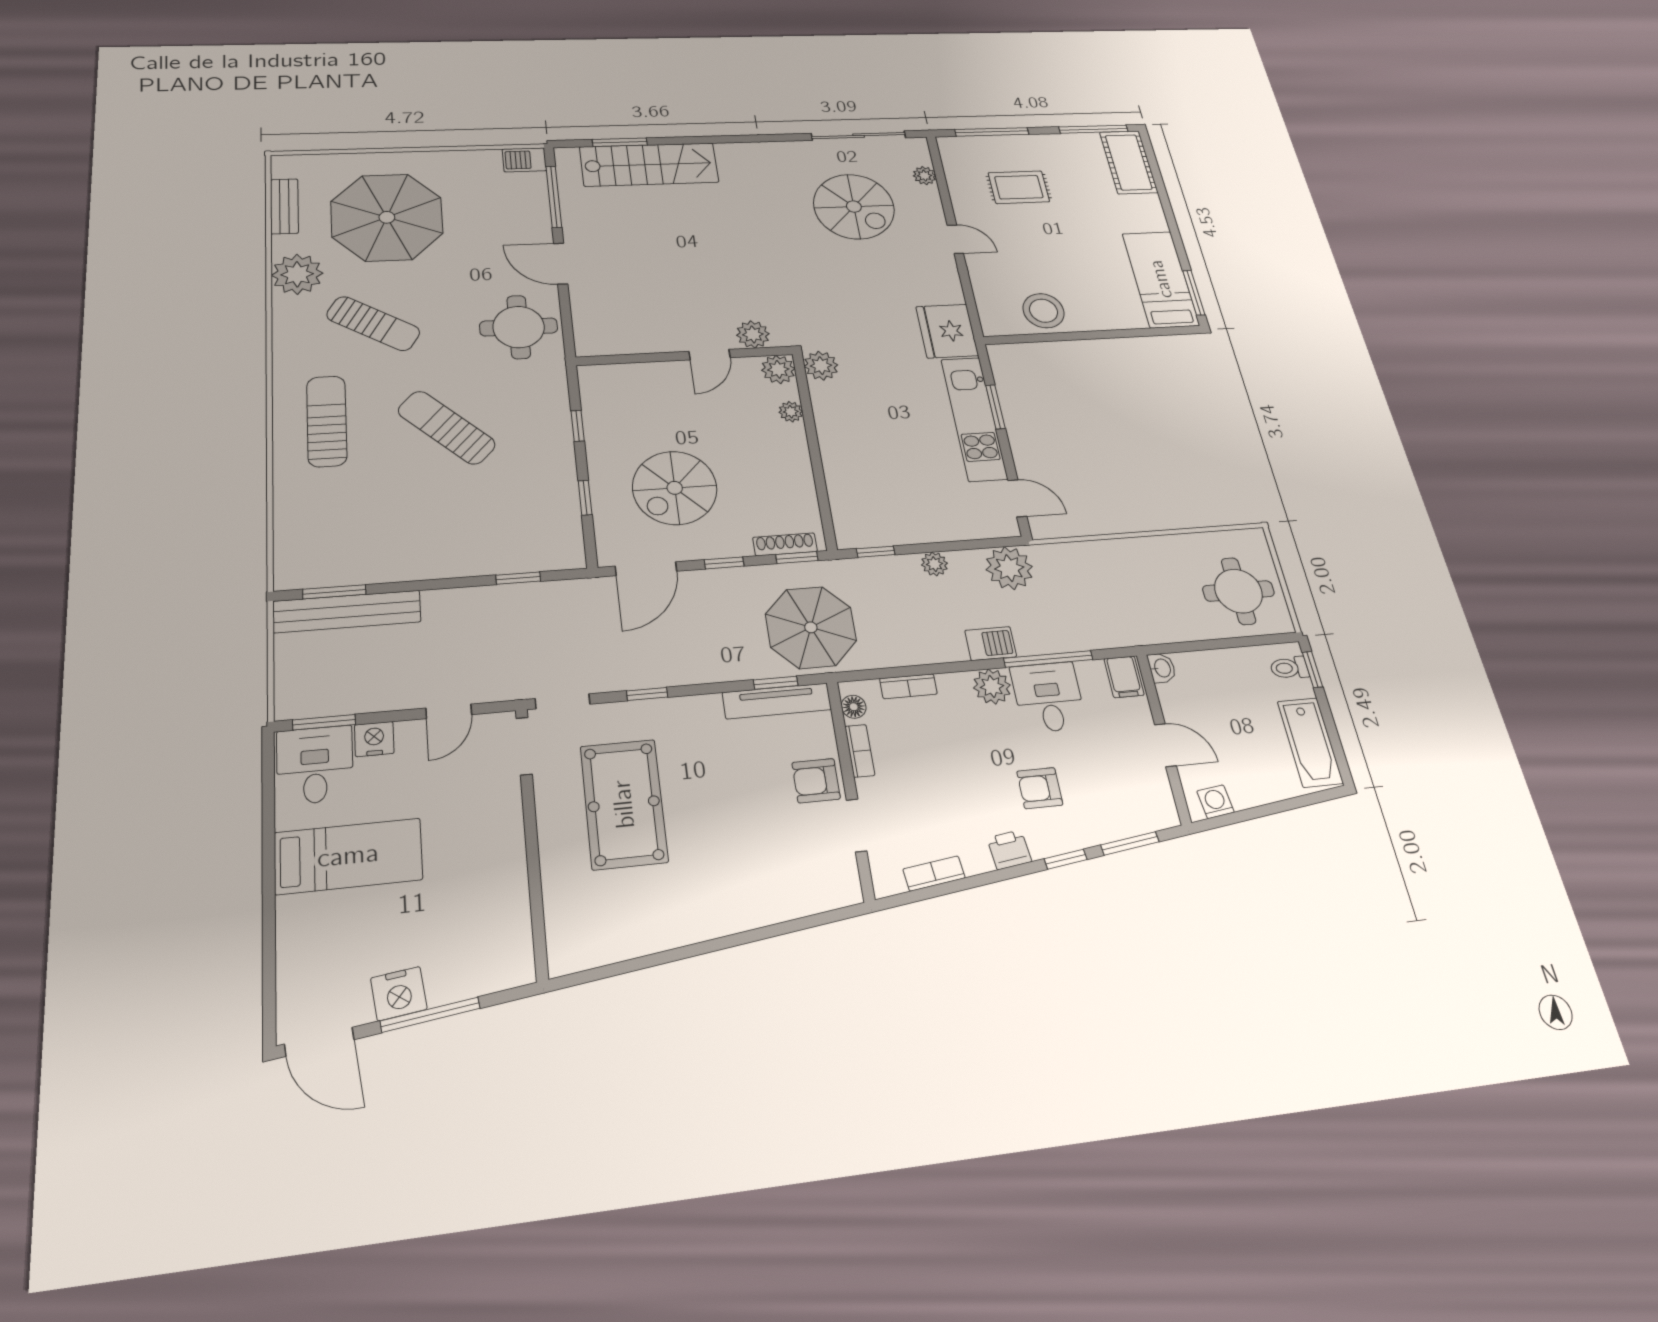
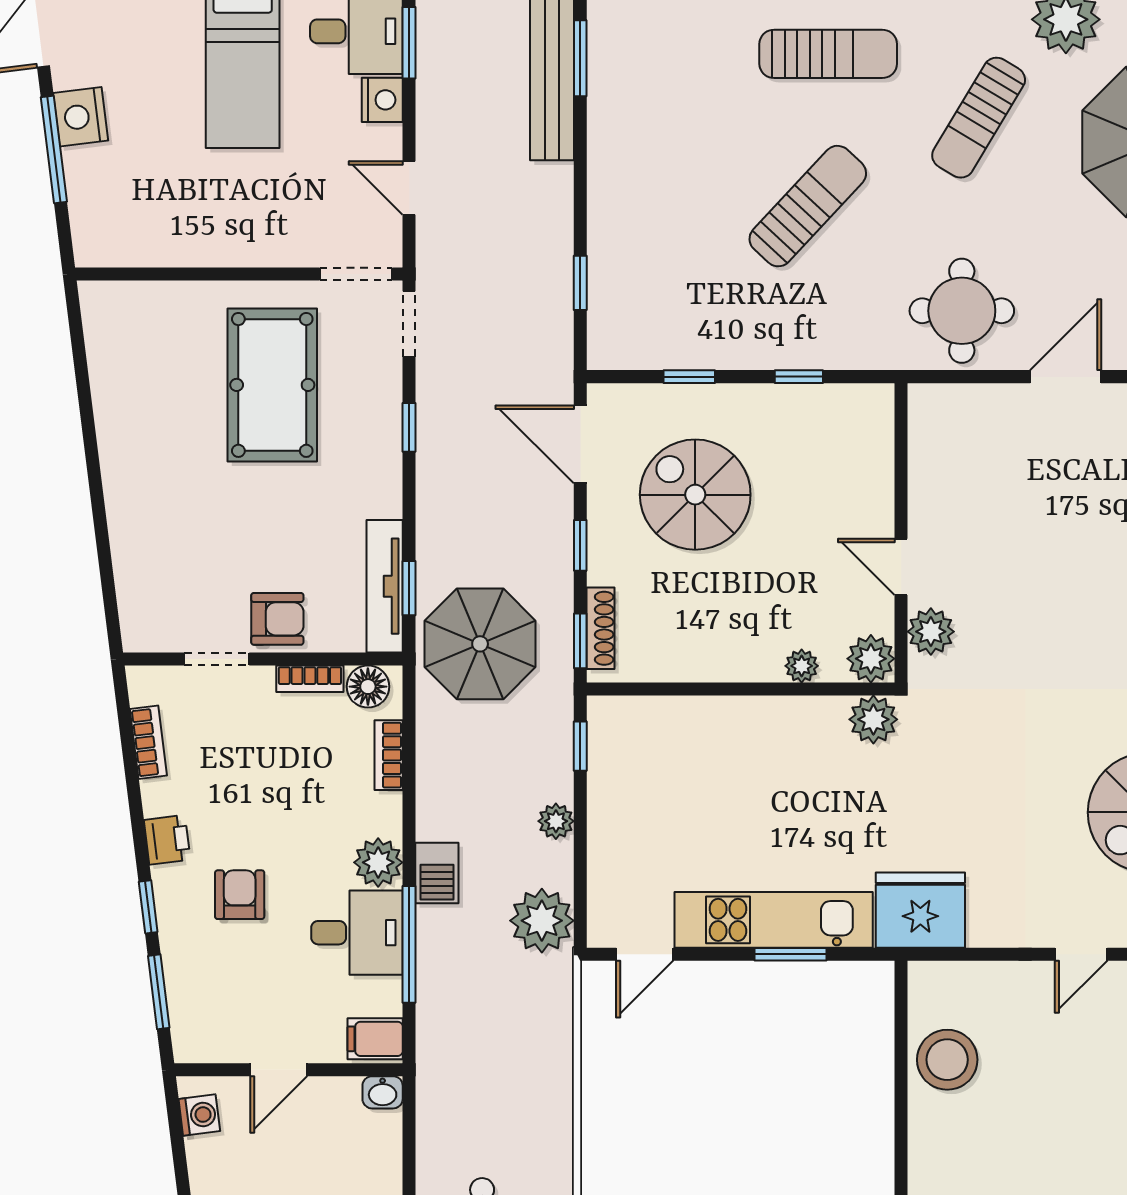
floor lamp: (854, 707) -> (368, 687), width x1.37, depth x1.37
armchair: (816, 781) -> (277, 619), turned 90
pool table: (624, 804) -> (272, 385), turned 90

